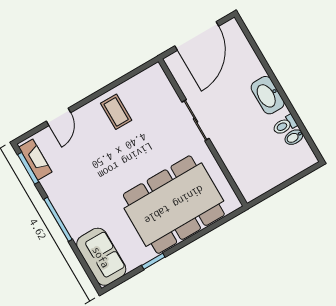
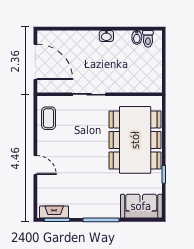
washbasin: (268, 95) -> (106, 36), width x0.52, depth x0.69
coffee table: (116, 112) -> (49, 118), moved, turned 90
door: (58, 117) -> (35, 165), moved
toilet: (285, 125) -> (148, 39), moved

